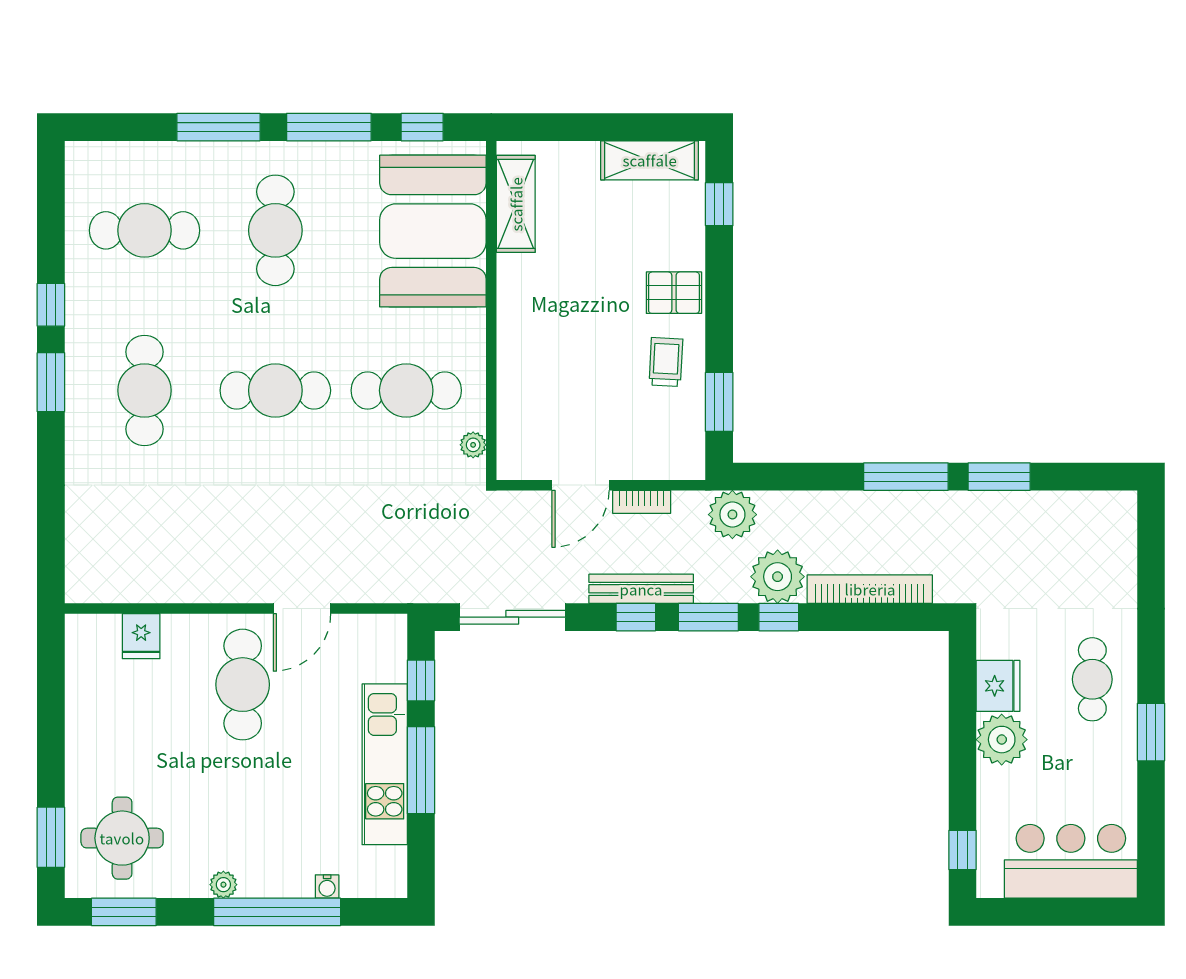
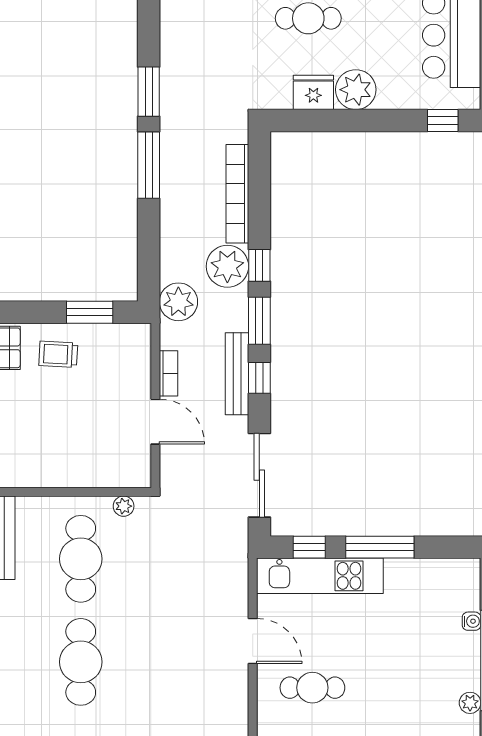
cafe table: (243, 685) -> (312, 688), width x0.73, depth x0.74
kitchen unit: (385, 764) -> (320, 576), moved

